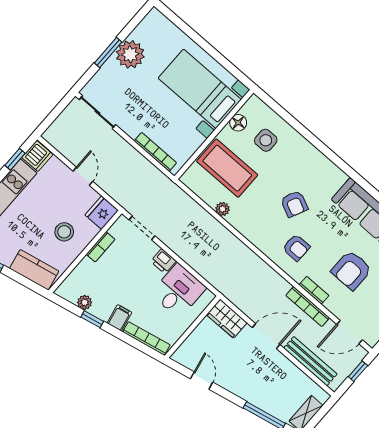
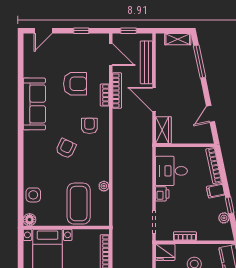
floor lamp: (238, 123) -> (30, 220), moved
side table: (266, 140) -> (33, 195), moved

